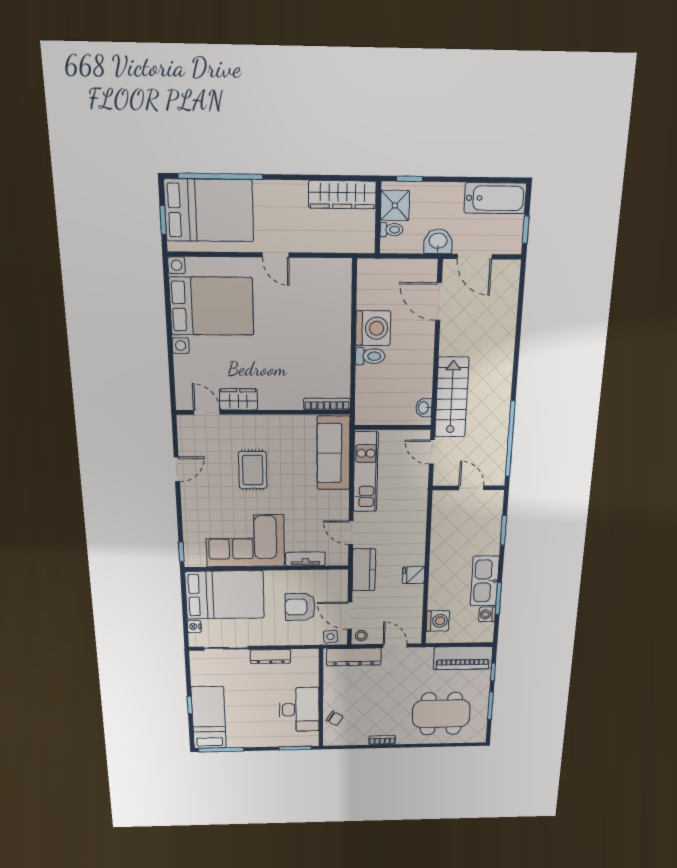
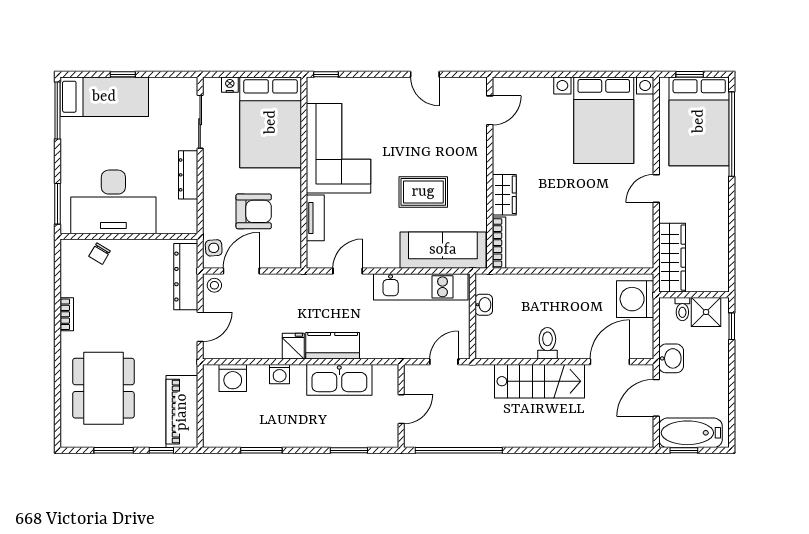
wardrobe: (342, 195) -> (672, 258), moved, turned 180
bathtub: (495, 198) -> (691, 433), moved, turned 90
washing machine: (373, 328) -> (635, 299), moved, turned 90
toilet: (370, 356) -> (547, 343), moved, turned 180
stairs: (452, 397) -> (540, 381), moved
wardrobe: (238, 399) -> (504, 195), moved
washbasin: (424, 408) -> (484, 305), moved, turned 90
rug: (253, 470) -> (423, 192), moved
kitchen counter: (364, 570) -> (333, 346), moved, turned 180
kitchen sink: (485, 581) -> (339, 380), moved, turned 180
armchair: (300, 607) -> (254, 211), turned 90
washing machine: (487, 614) -> (280, 374), moved, turned 180
desk: (299, 710) -> (113, 202), width x1.36, depth x1.30

